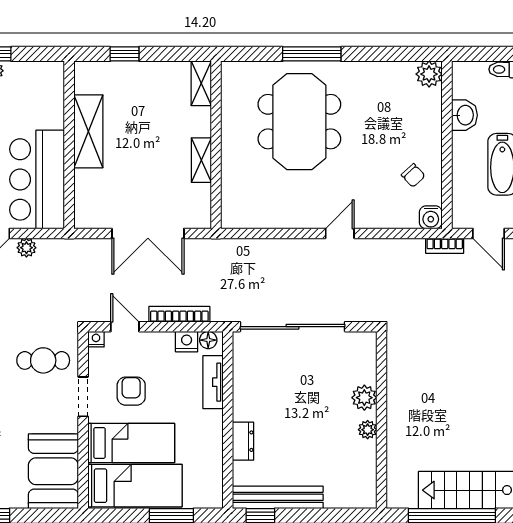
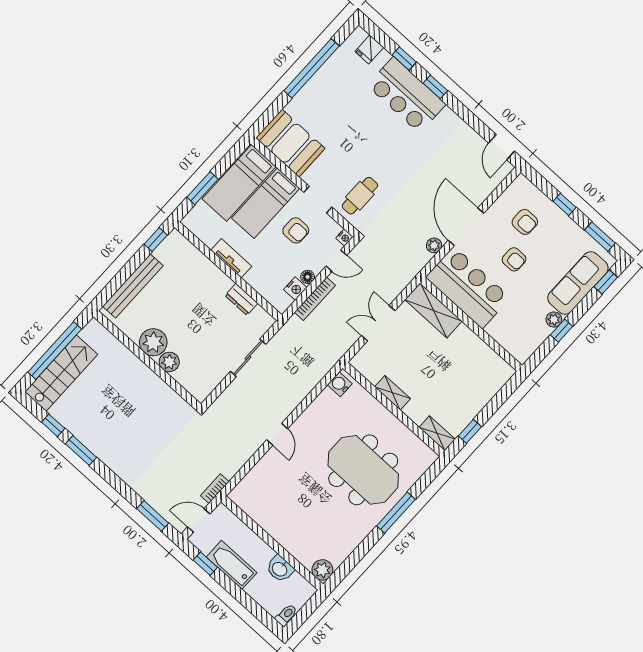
window: (125, 54) -> (470, 431), moved
shelving: (88, 131) -> (433, 310), moved
chair: (413, 175) -> (272, 507), removed
water cooler: (431, 217) -> (340, 384), moved
double door: (148, 233) -> (378, 323), width x0.73
sliding door: (292, 327) -> (248, 358), width x0.54
floor lamp: (208, 340) -> (308, 277), moved
tv unit: (213, 382) -> (231, 258), moved
plant: (368, 430) -> (153, 342), width x1.87, depth x1.87
dresser: (243, 441) -> (241, 299), moved
bench: (278, 497) -> (133, 286), moved

